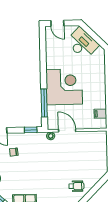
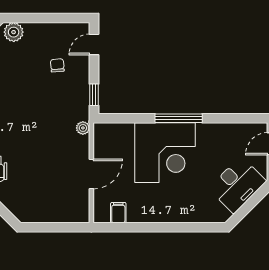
window: (44, 103) -> (179, 118), moved
door: (67, 131) -> (91, 174), moved

